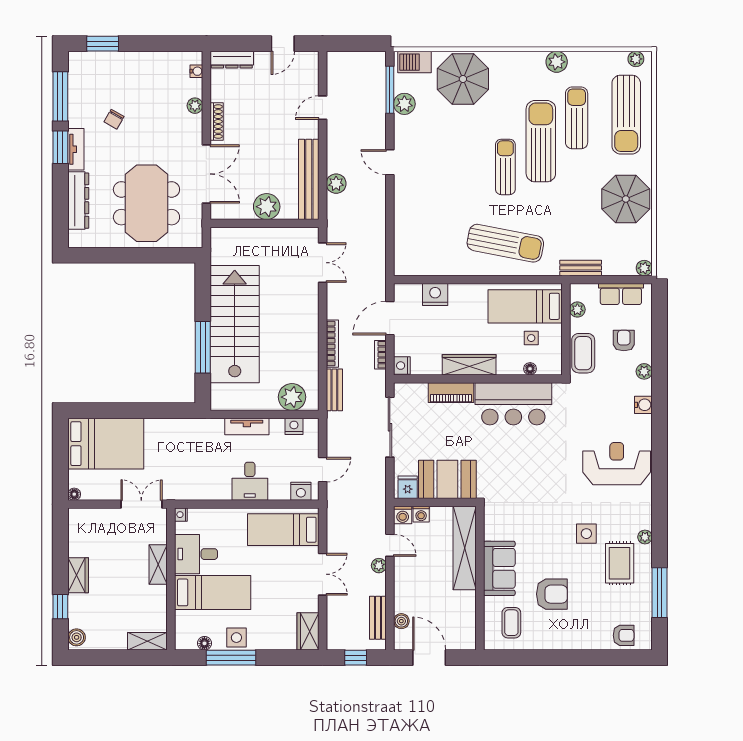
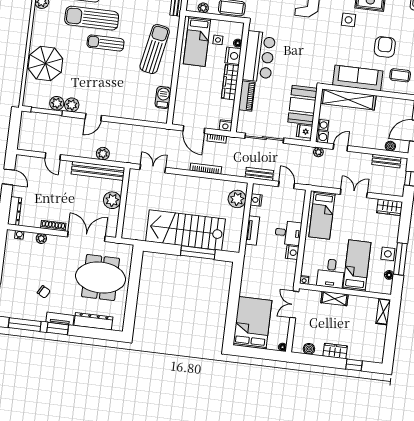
barbecue: (414, 62) -> (163, 97), moved, turned 180
plant: (405, 127) -> (72, 105), added
nightstand: (435, 294) -> (233, 56), moved, turned 180
bench: (334, 390) -> (259, 174), moved
nightstand: (301, 491) -> (292, 253), moved
plant: (379, 566) -> (318, 152), moved
sofa: (499, 568) -> (358, 78), width x1.36
boiler: (77, 637) -> (309, 349), moved

